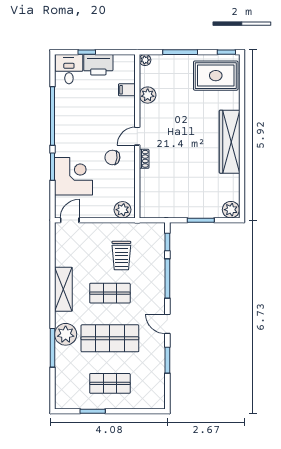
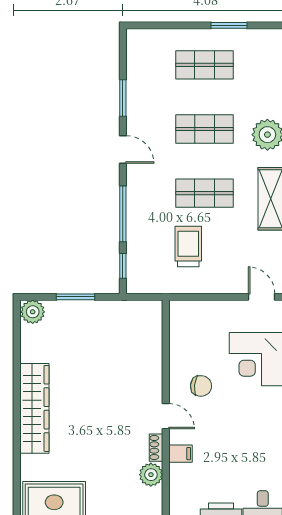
filing cabinet: (127, 90) -> (180, 454), moved
door: (137, 136) -> (166, 416), hinge flipped
shoe rack: (144, 159) -> (156, 448), moved
plant: (123, 210) -> (187, 312), removed
door: (70, 220) -> (262, 297), swing flipped
shop shelf: (110, 338) -> (205, 129), width x0.70, depth x0.74

